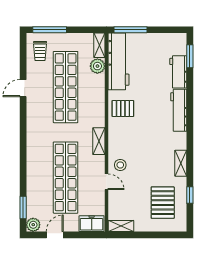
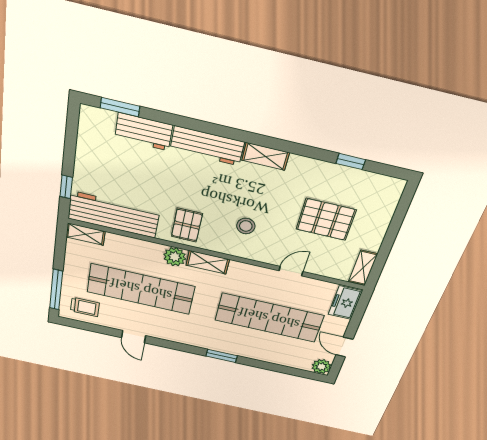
window: (130, 30) -> (66, 187), width x0.46
plant: (97, 66) -> (175, 257), moved
shelving: (99, 141) -> (208, 262), moved
shelving: (181, 163) -> (266, 156), moved
stool: (120, 165) -> (246, 226), moved
pallet: (163, 203) -> (326, 220), moved
window: (23, 207) -> (222, 356), moved

